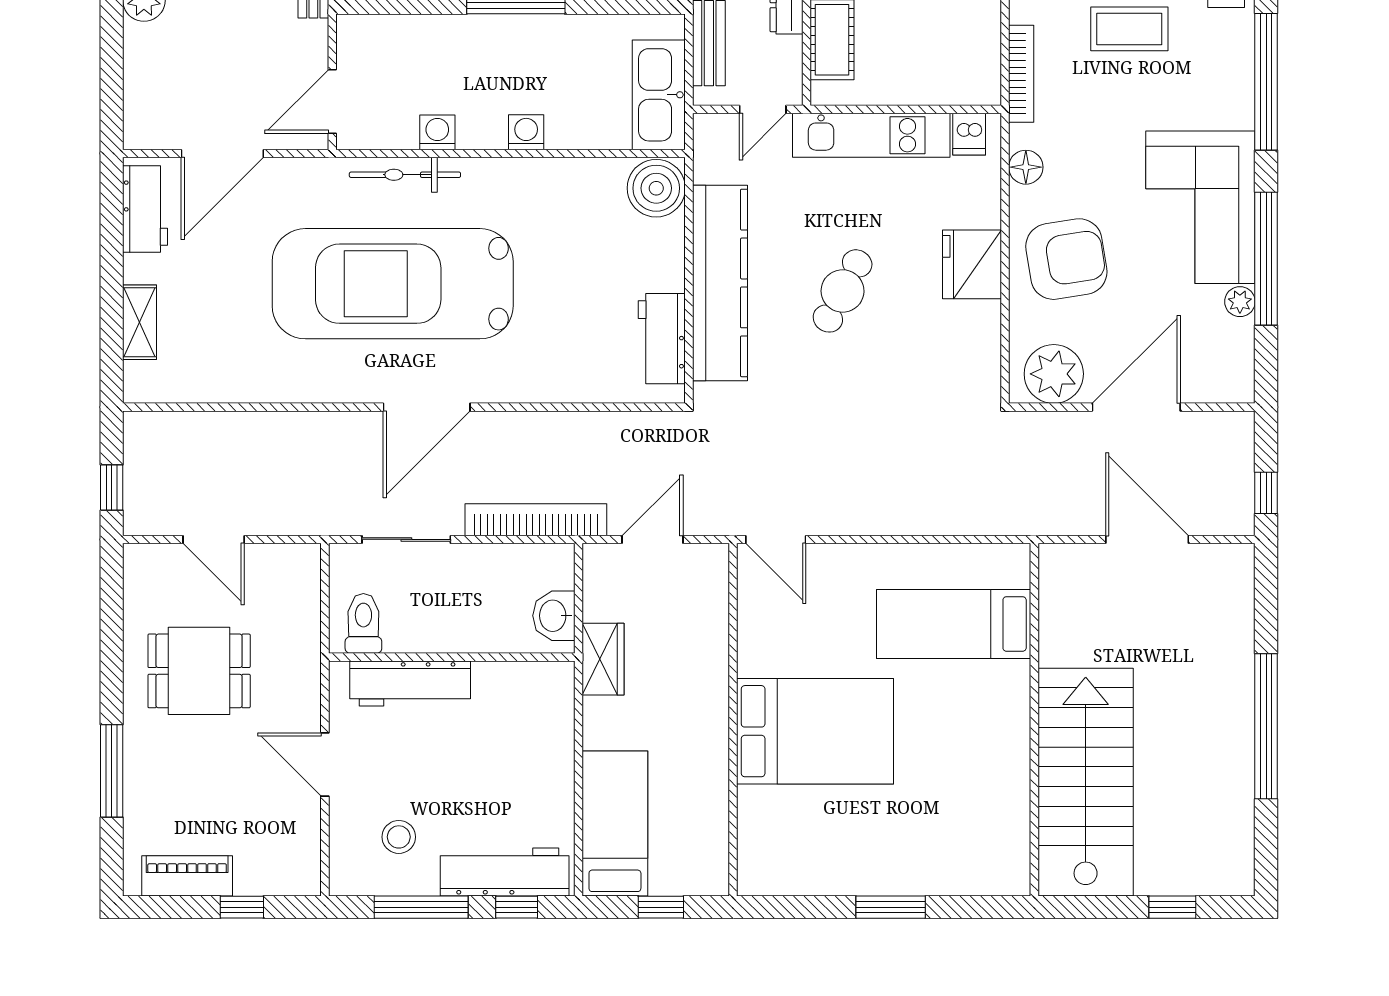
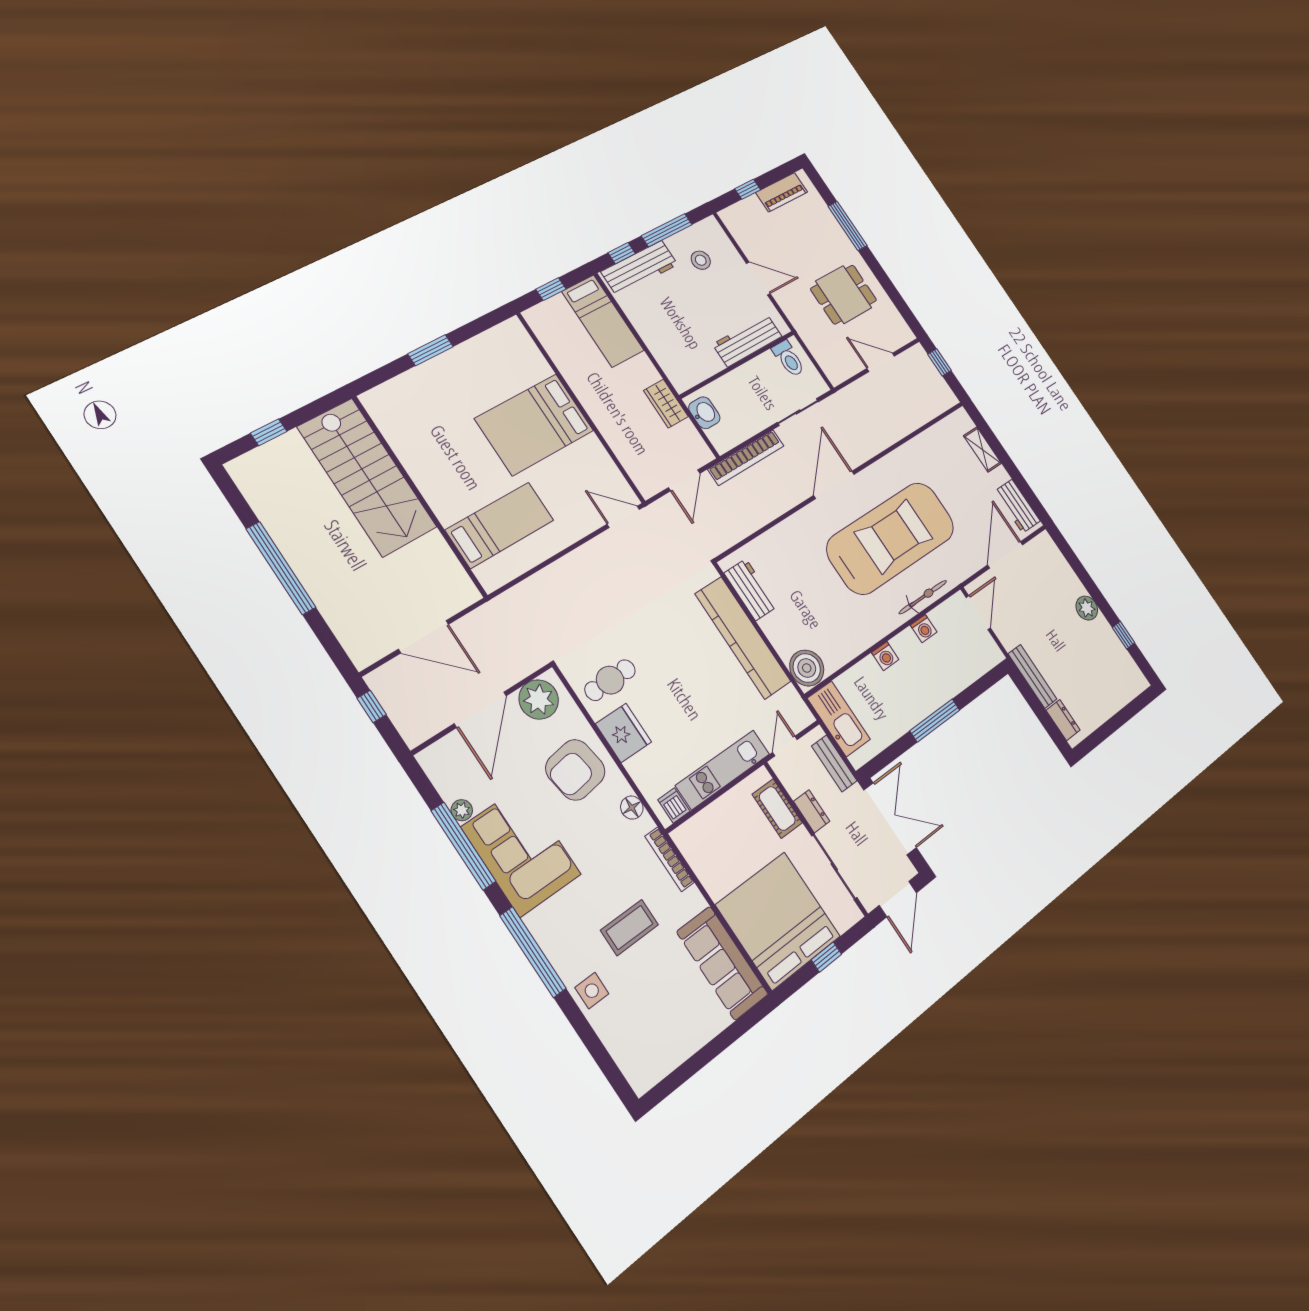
cafe table: (843, 291) -> (610, 680), moved, turned 61

